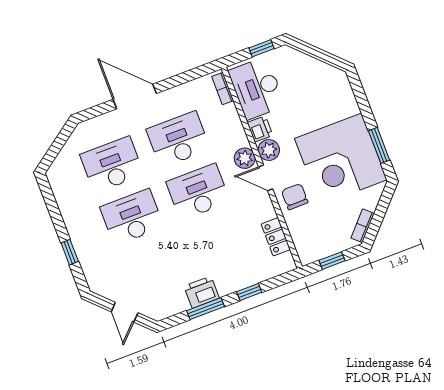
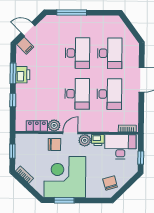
chair: (322, 82) -> (110, 183), added
plant: (245, 158) -> (54, 125), moved
window: (70, 252) -> (72, 12), width x2.17
filing cabinet: (153, 306) -> (25, 46), added

